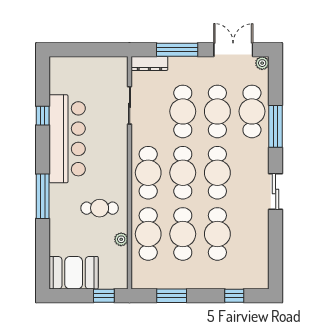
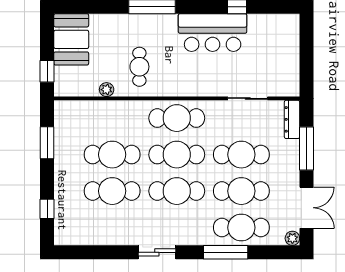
bar counter: (67, 139) -> (213, 33), width x0.73
cafe table: (148, 234) -> (112, 118), removed

